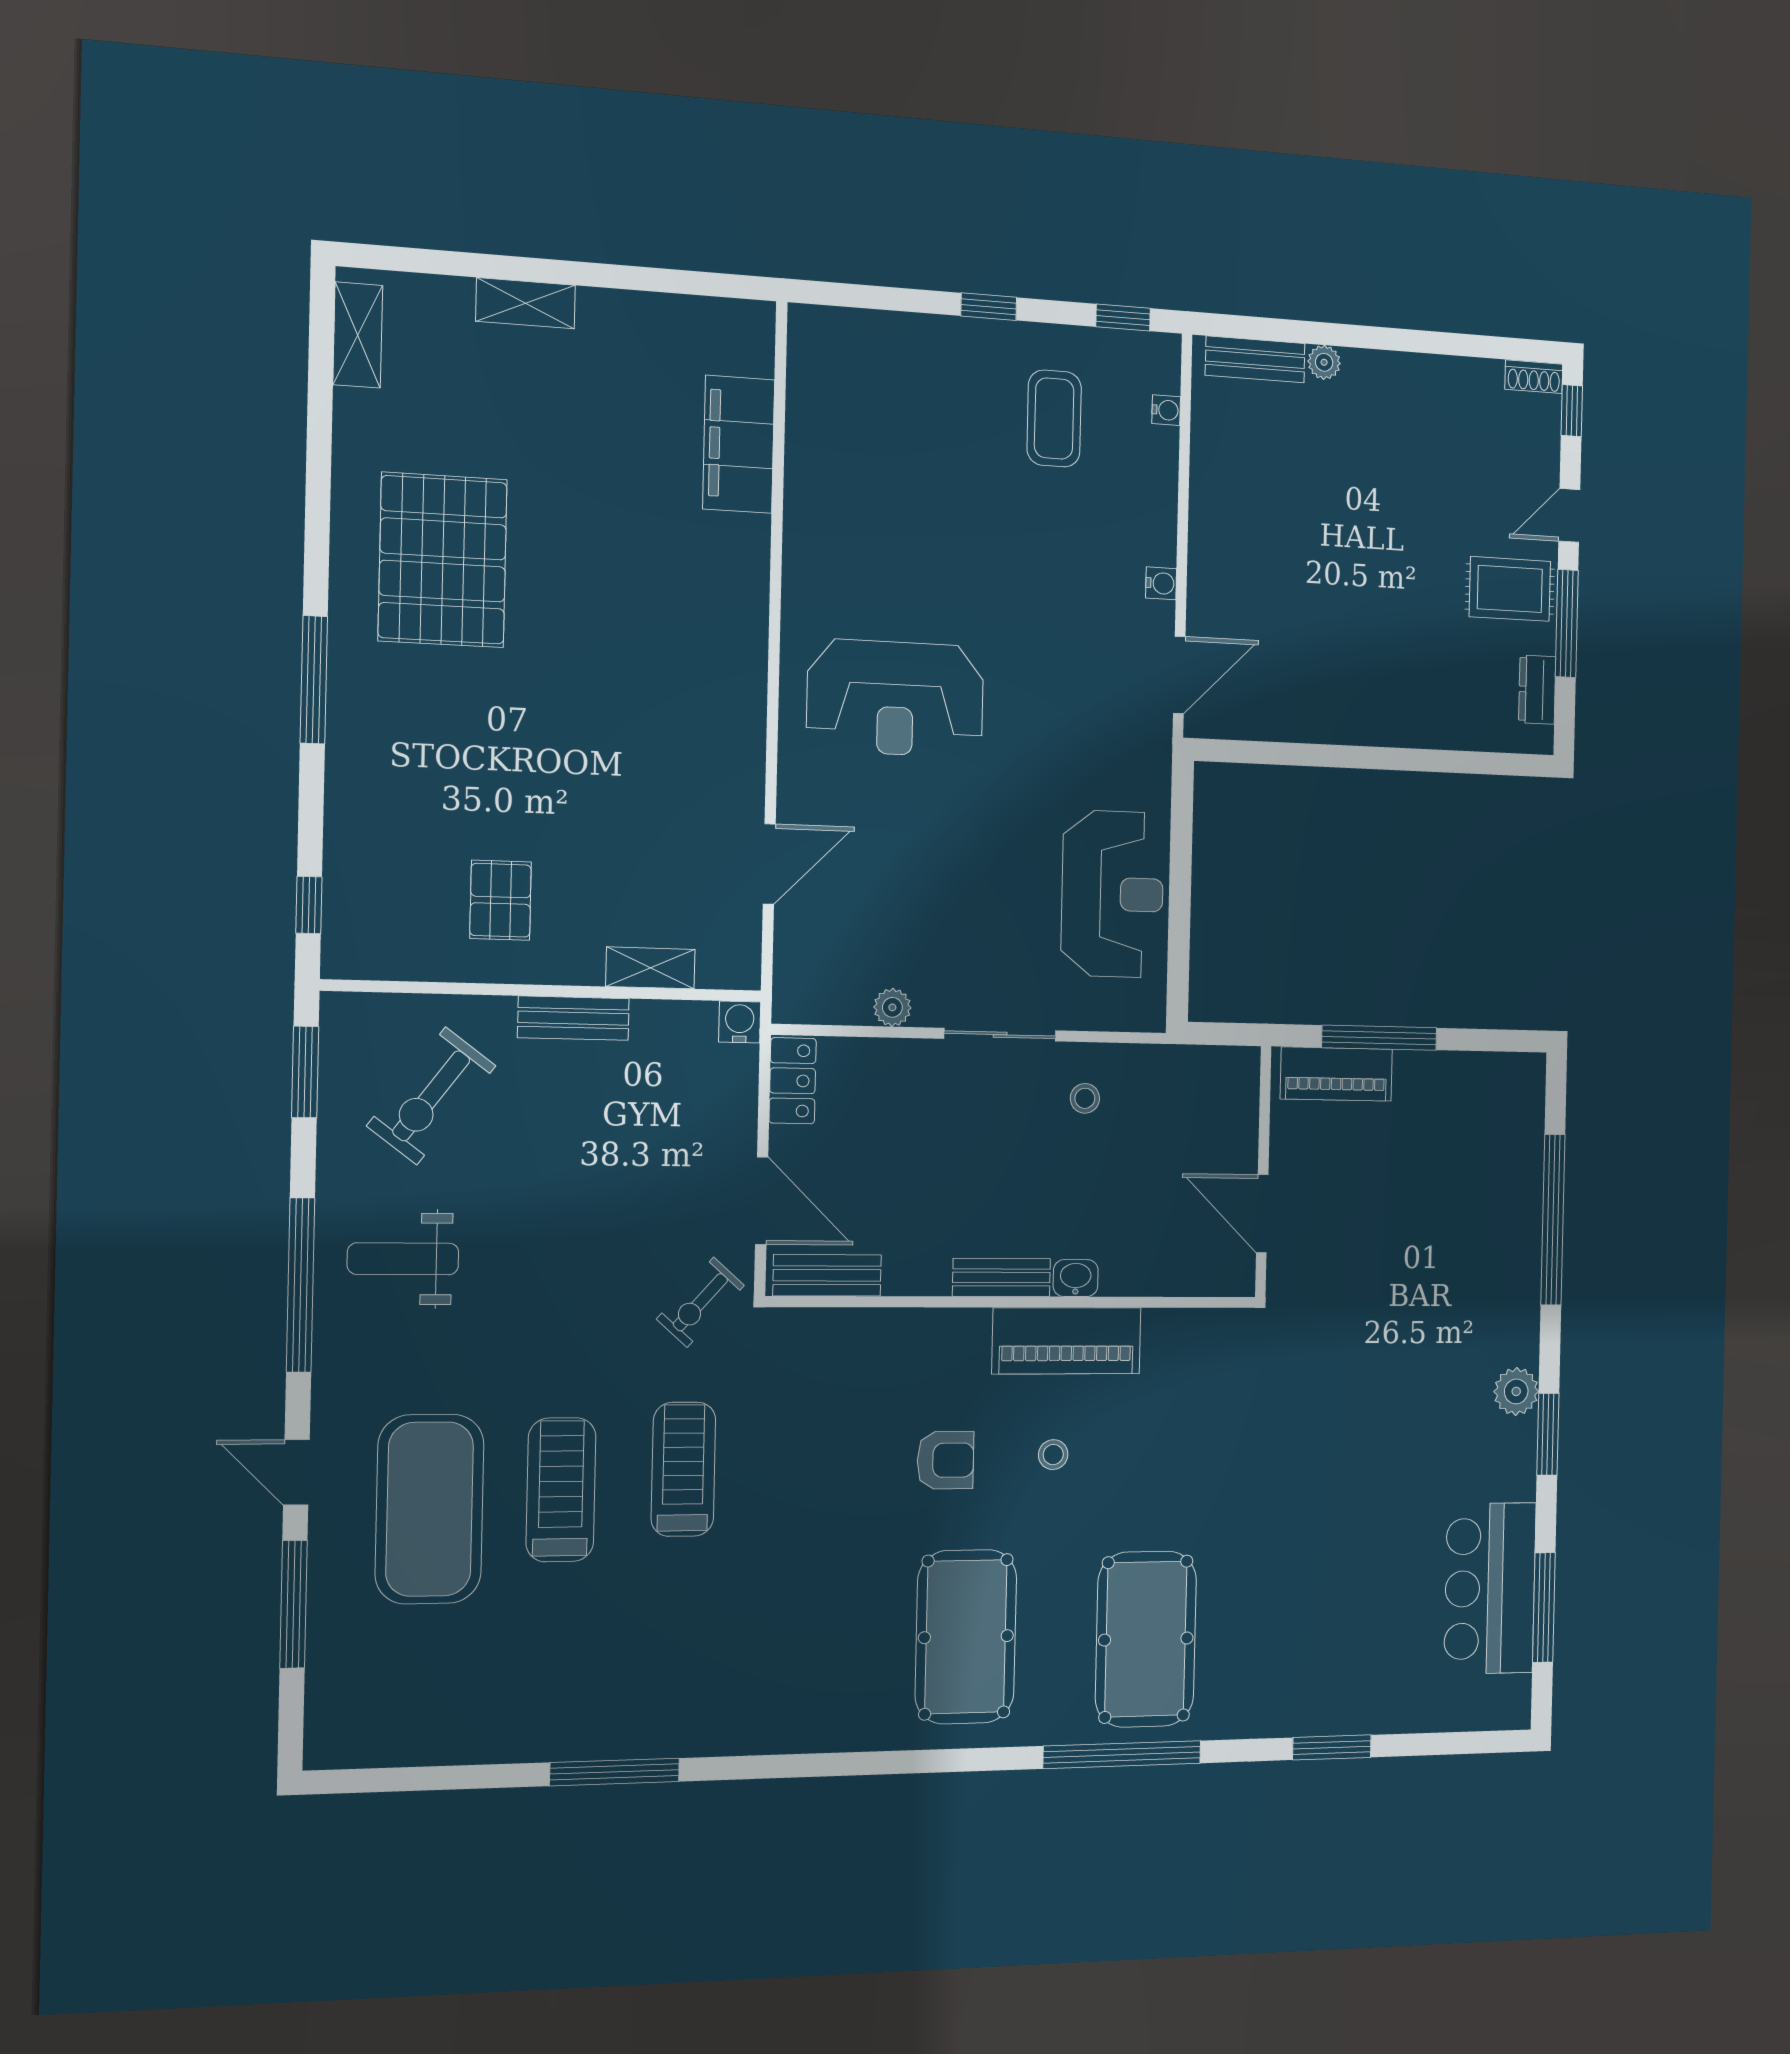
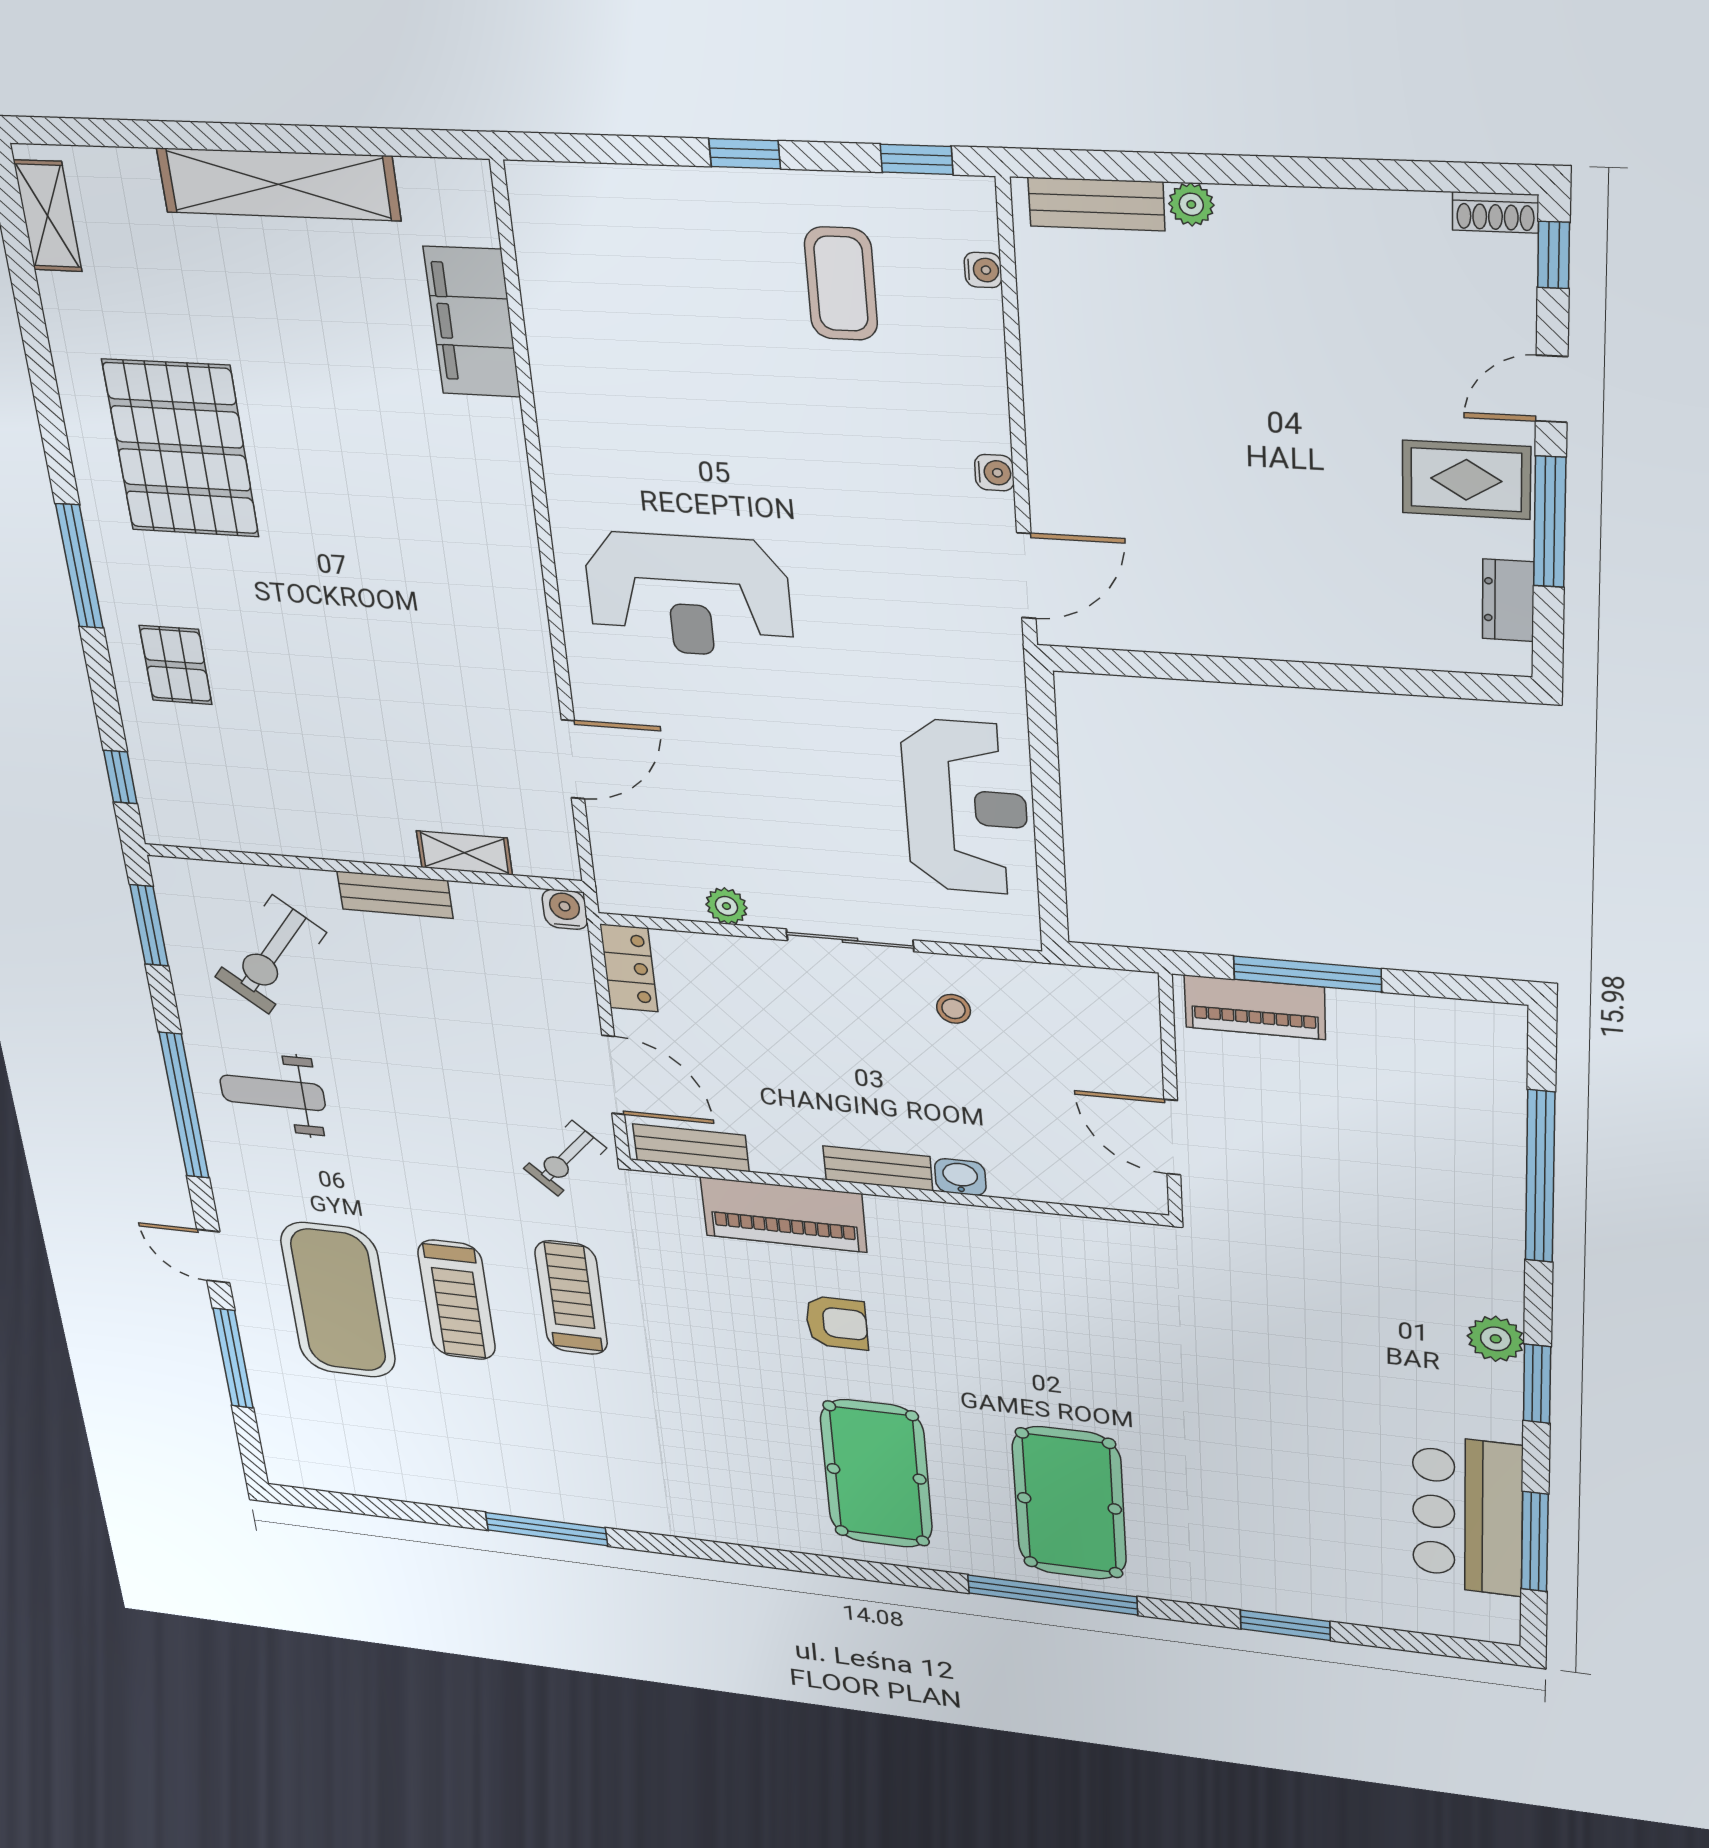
shelving: (526, 303) -> (278, 184), width x2.20, depth x1.33
pallet: (500, 900) -> (176, 665), moved
piano: (1067, 1341) -> (783, 1215), moved
stool: (1053, 1455) -> (952, 1332), removed
treadmill: (561, 1490) -> (457, 1300), turned 180

